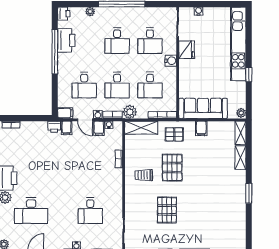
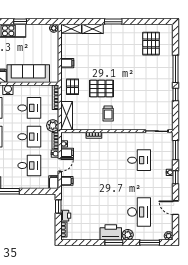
sofa: (203, 108) -> (28, 74), moved, turned 90
window: (37, 118) -> (58, 207), added
printer: (54, 127) -> (66, 216), moved
window: (249, 193) -> (113, 22), moved
pallet: (167, 210) -> (151, 44), moved, turned 90

